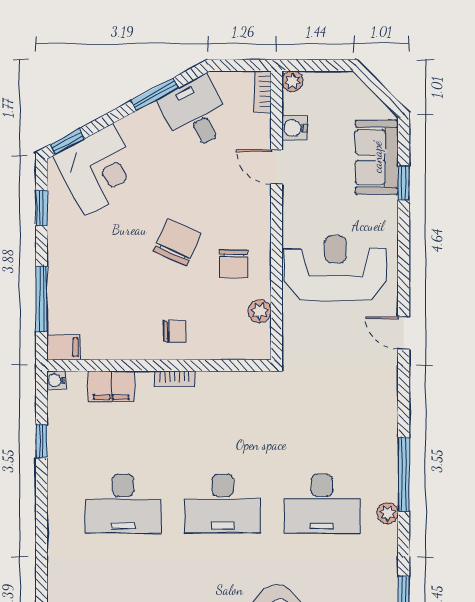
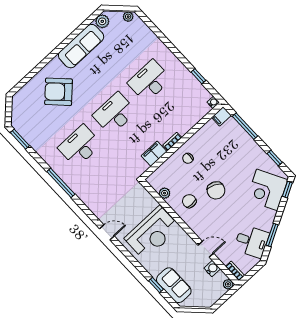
filing cabinet: (111, 386) -> (154, 154), moved
plant: (388, 513) -> (54, 164), removed

